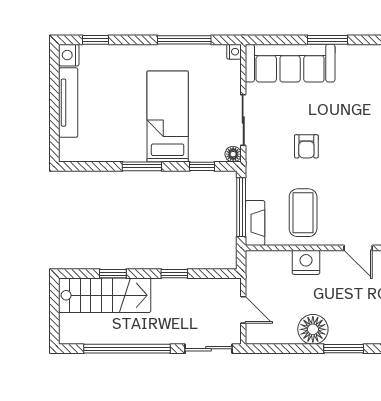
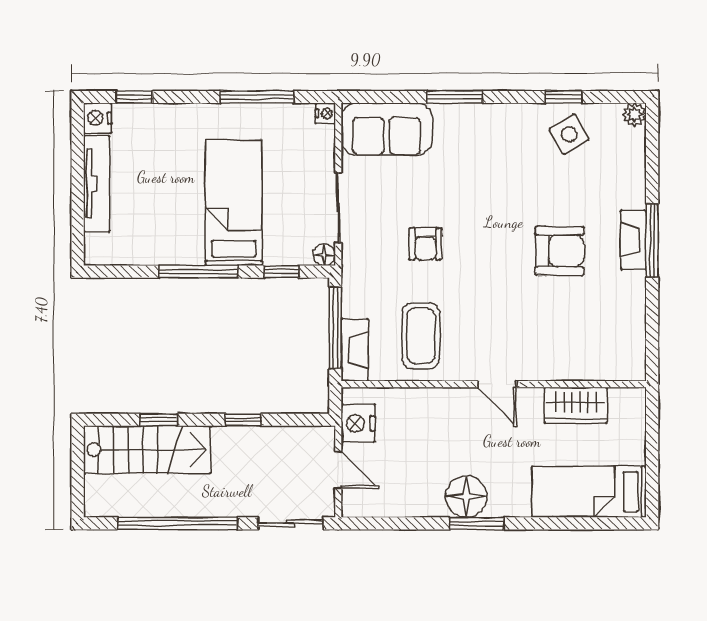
sofa: (290, 63) -> (387, 129), width x0.73
window: (142, 166) -> (198, 272), width x1.44
nightstand: (306, 262) -> (358, 423), moved, turned -90
floor lamp: (313, 329) -> (466, 497), moved

